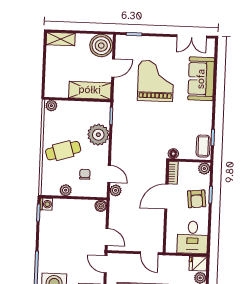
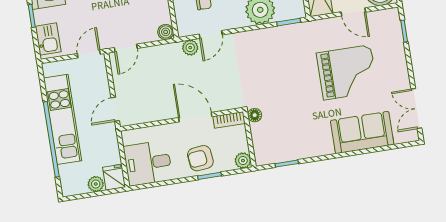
coffee table: (203, 146) -> (273, 153), removed

